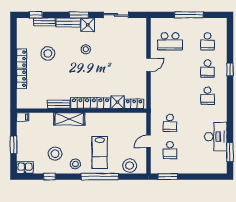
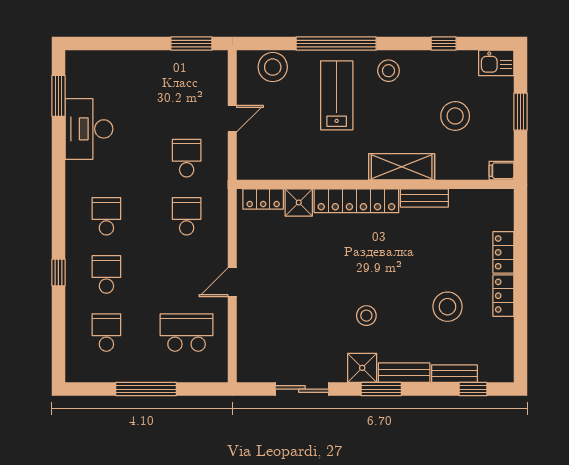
school desk: (170, 150) -> (187, 216), moved
stool: (55, 154) -> (455, 116), moved

